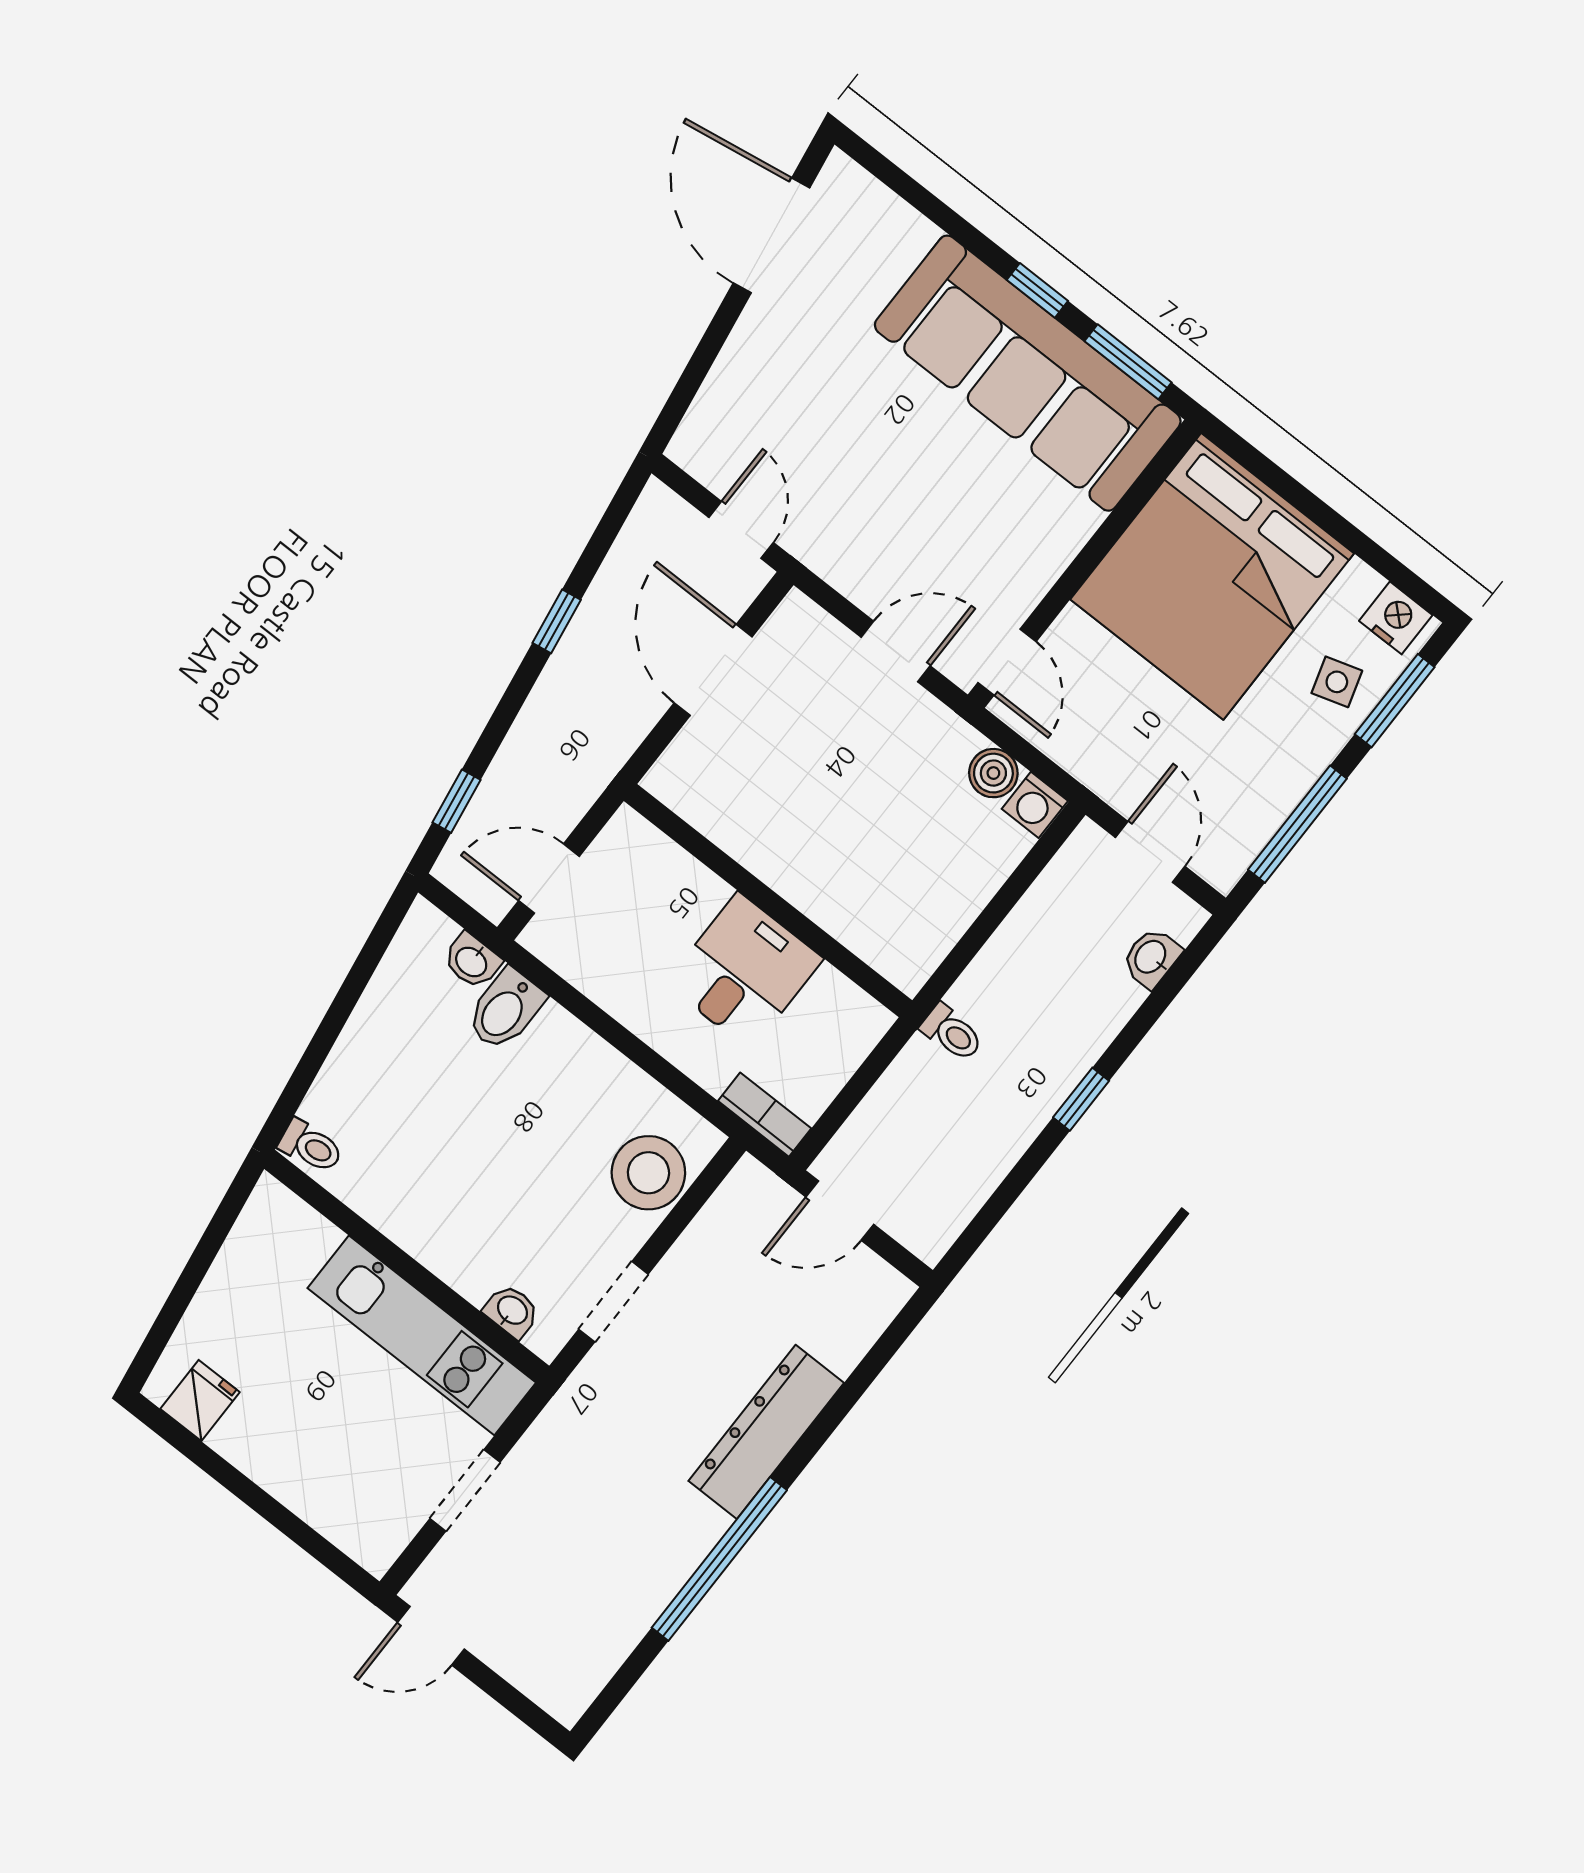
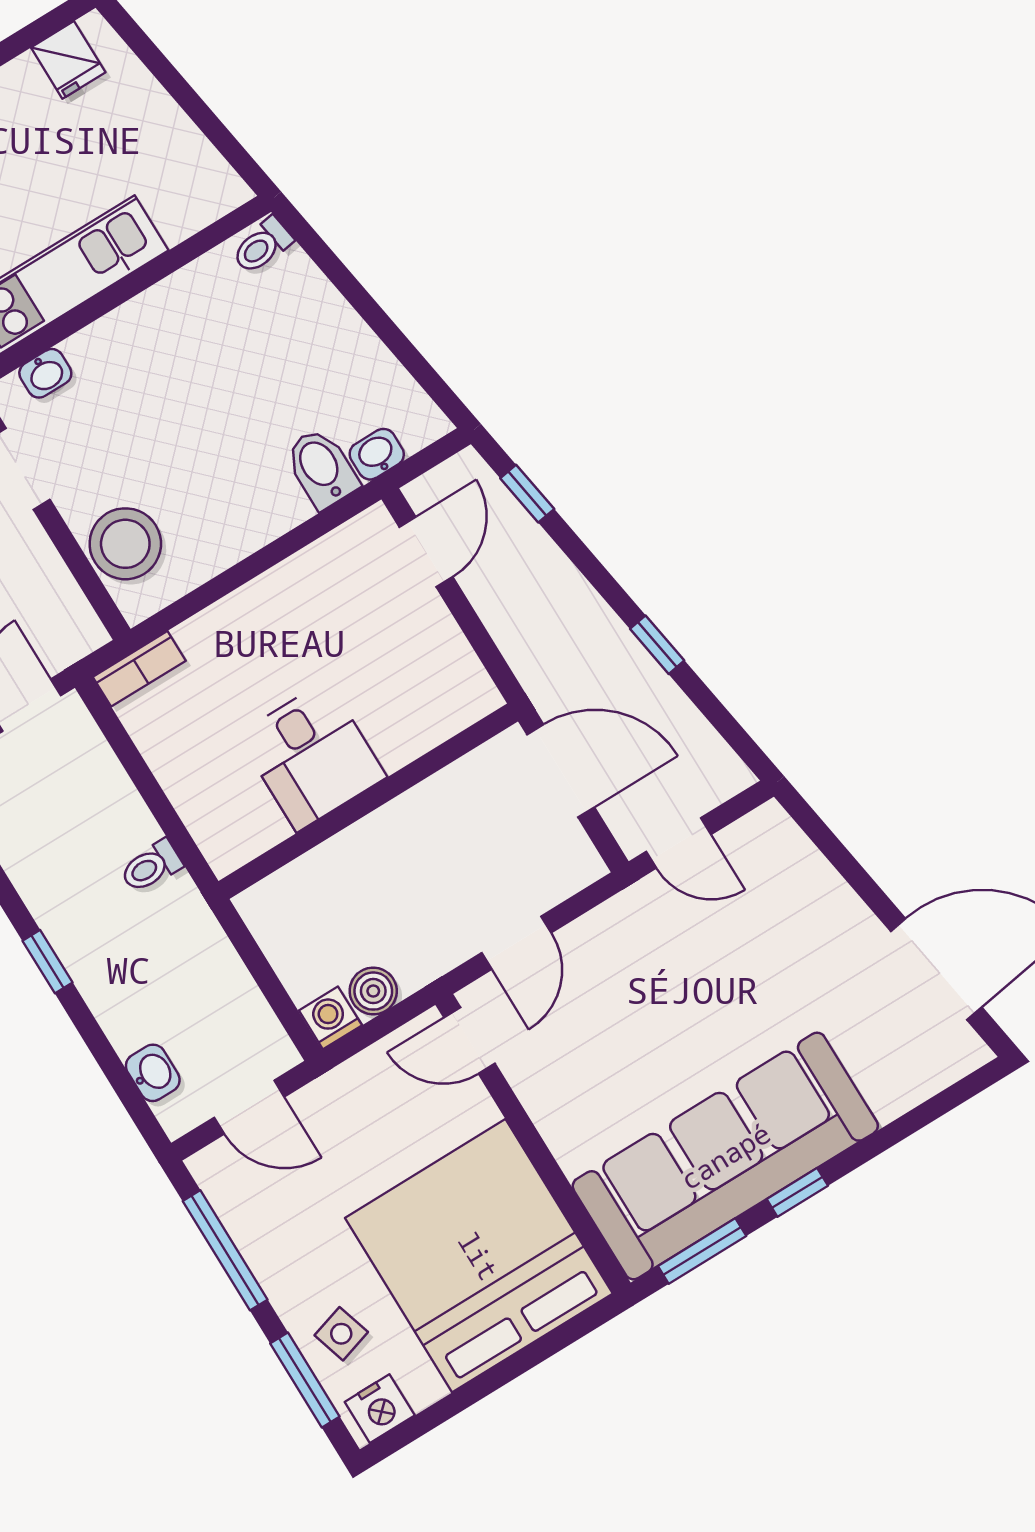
wall: (768, 901) -> (368, 801), moved
desk: (744, 971) -> (312, 756), moved

